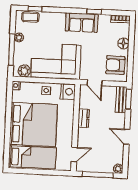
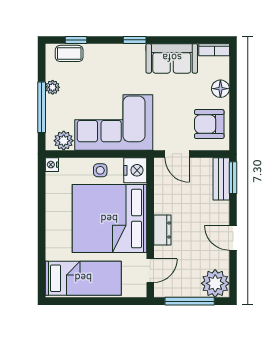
window: (94, 12) -> (135, 40), moved
sofa: (82, 23) -> (172, 58), moved
dresser: (84, 118) -> (162, 230), moved
bed: (33, 125) -> (109, 219), moved, turned 180
plant: (118, 169) -> (215, 283), width x1.88, depth x1.88

